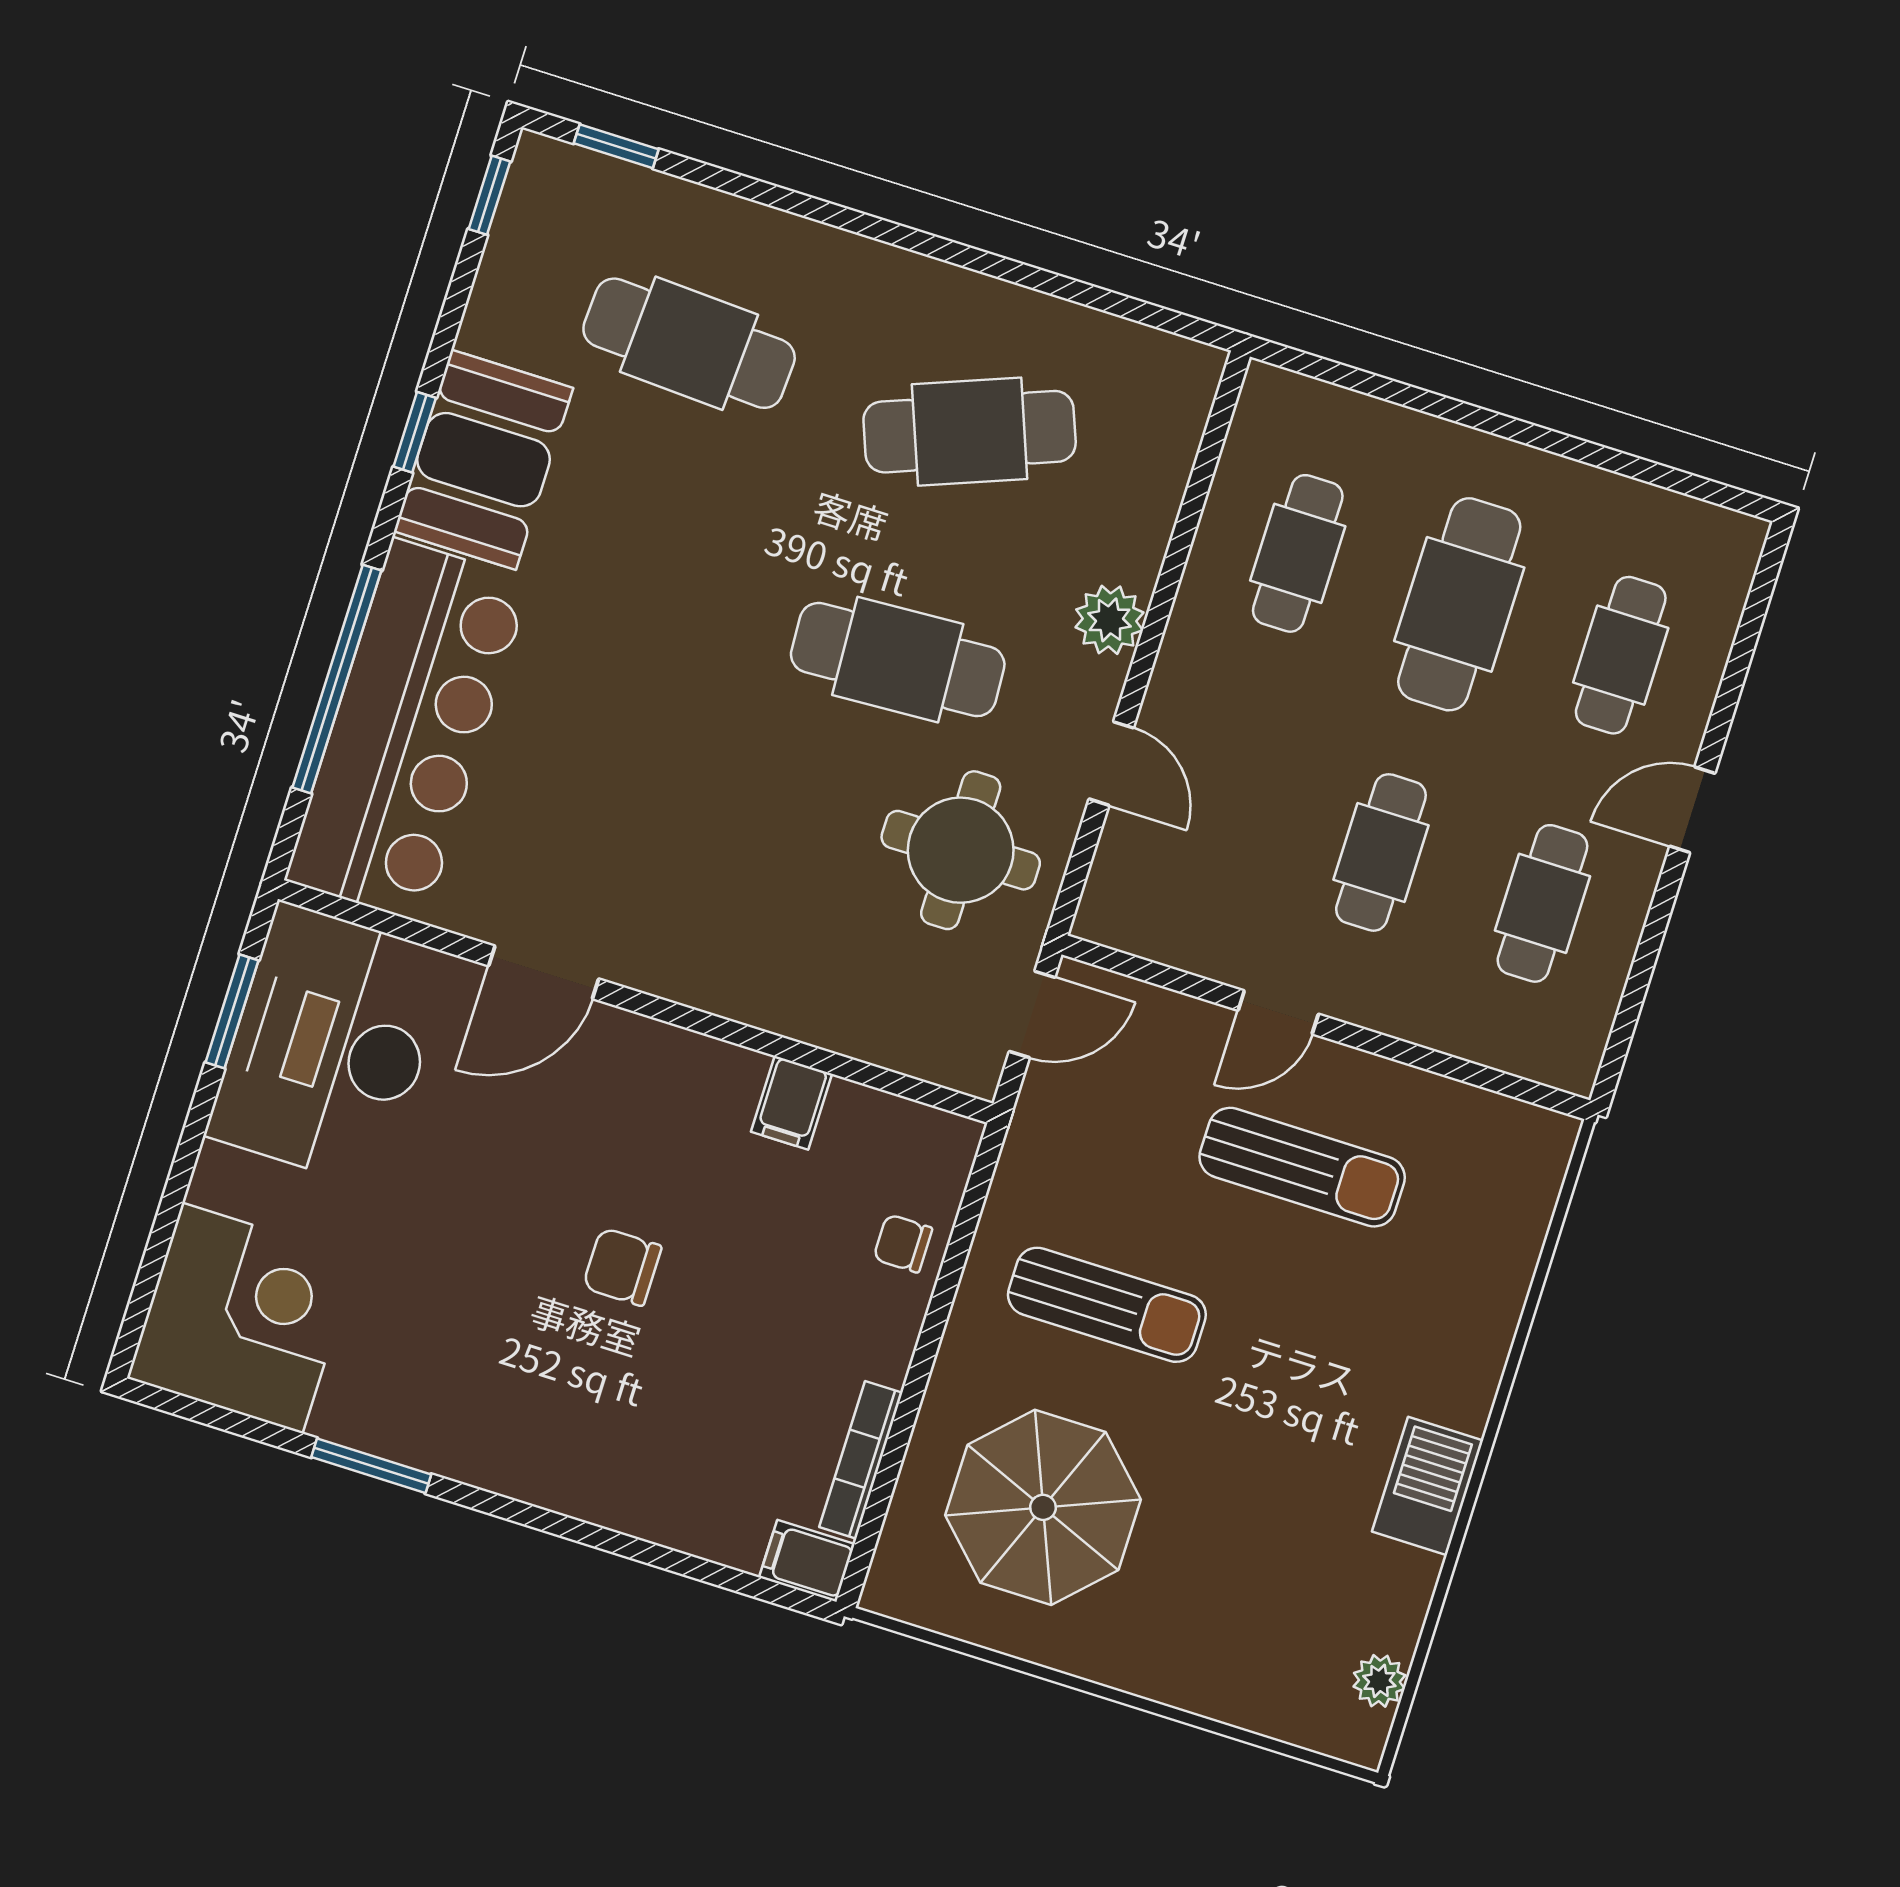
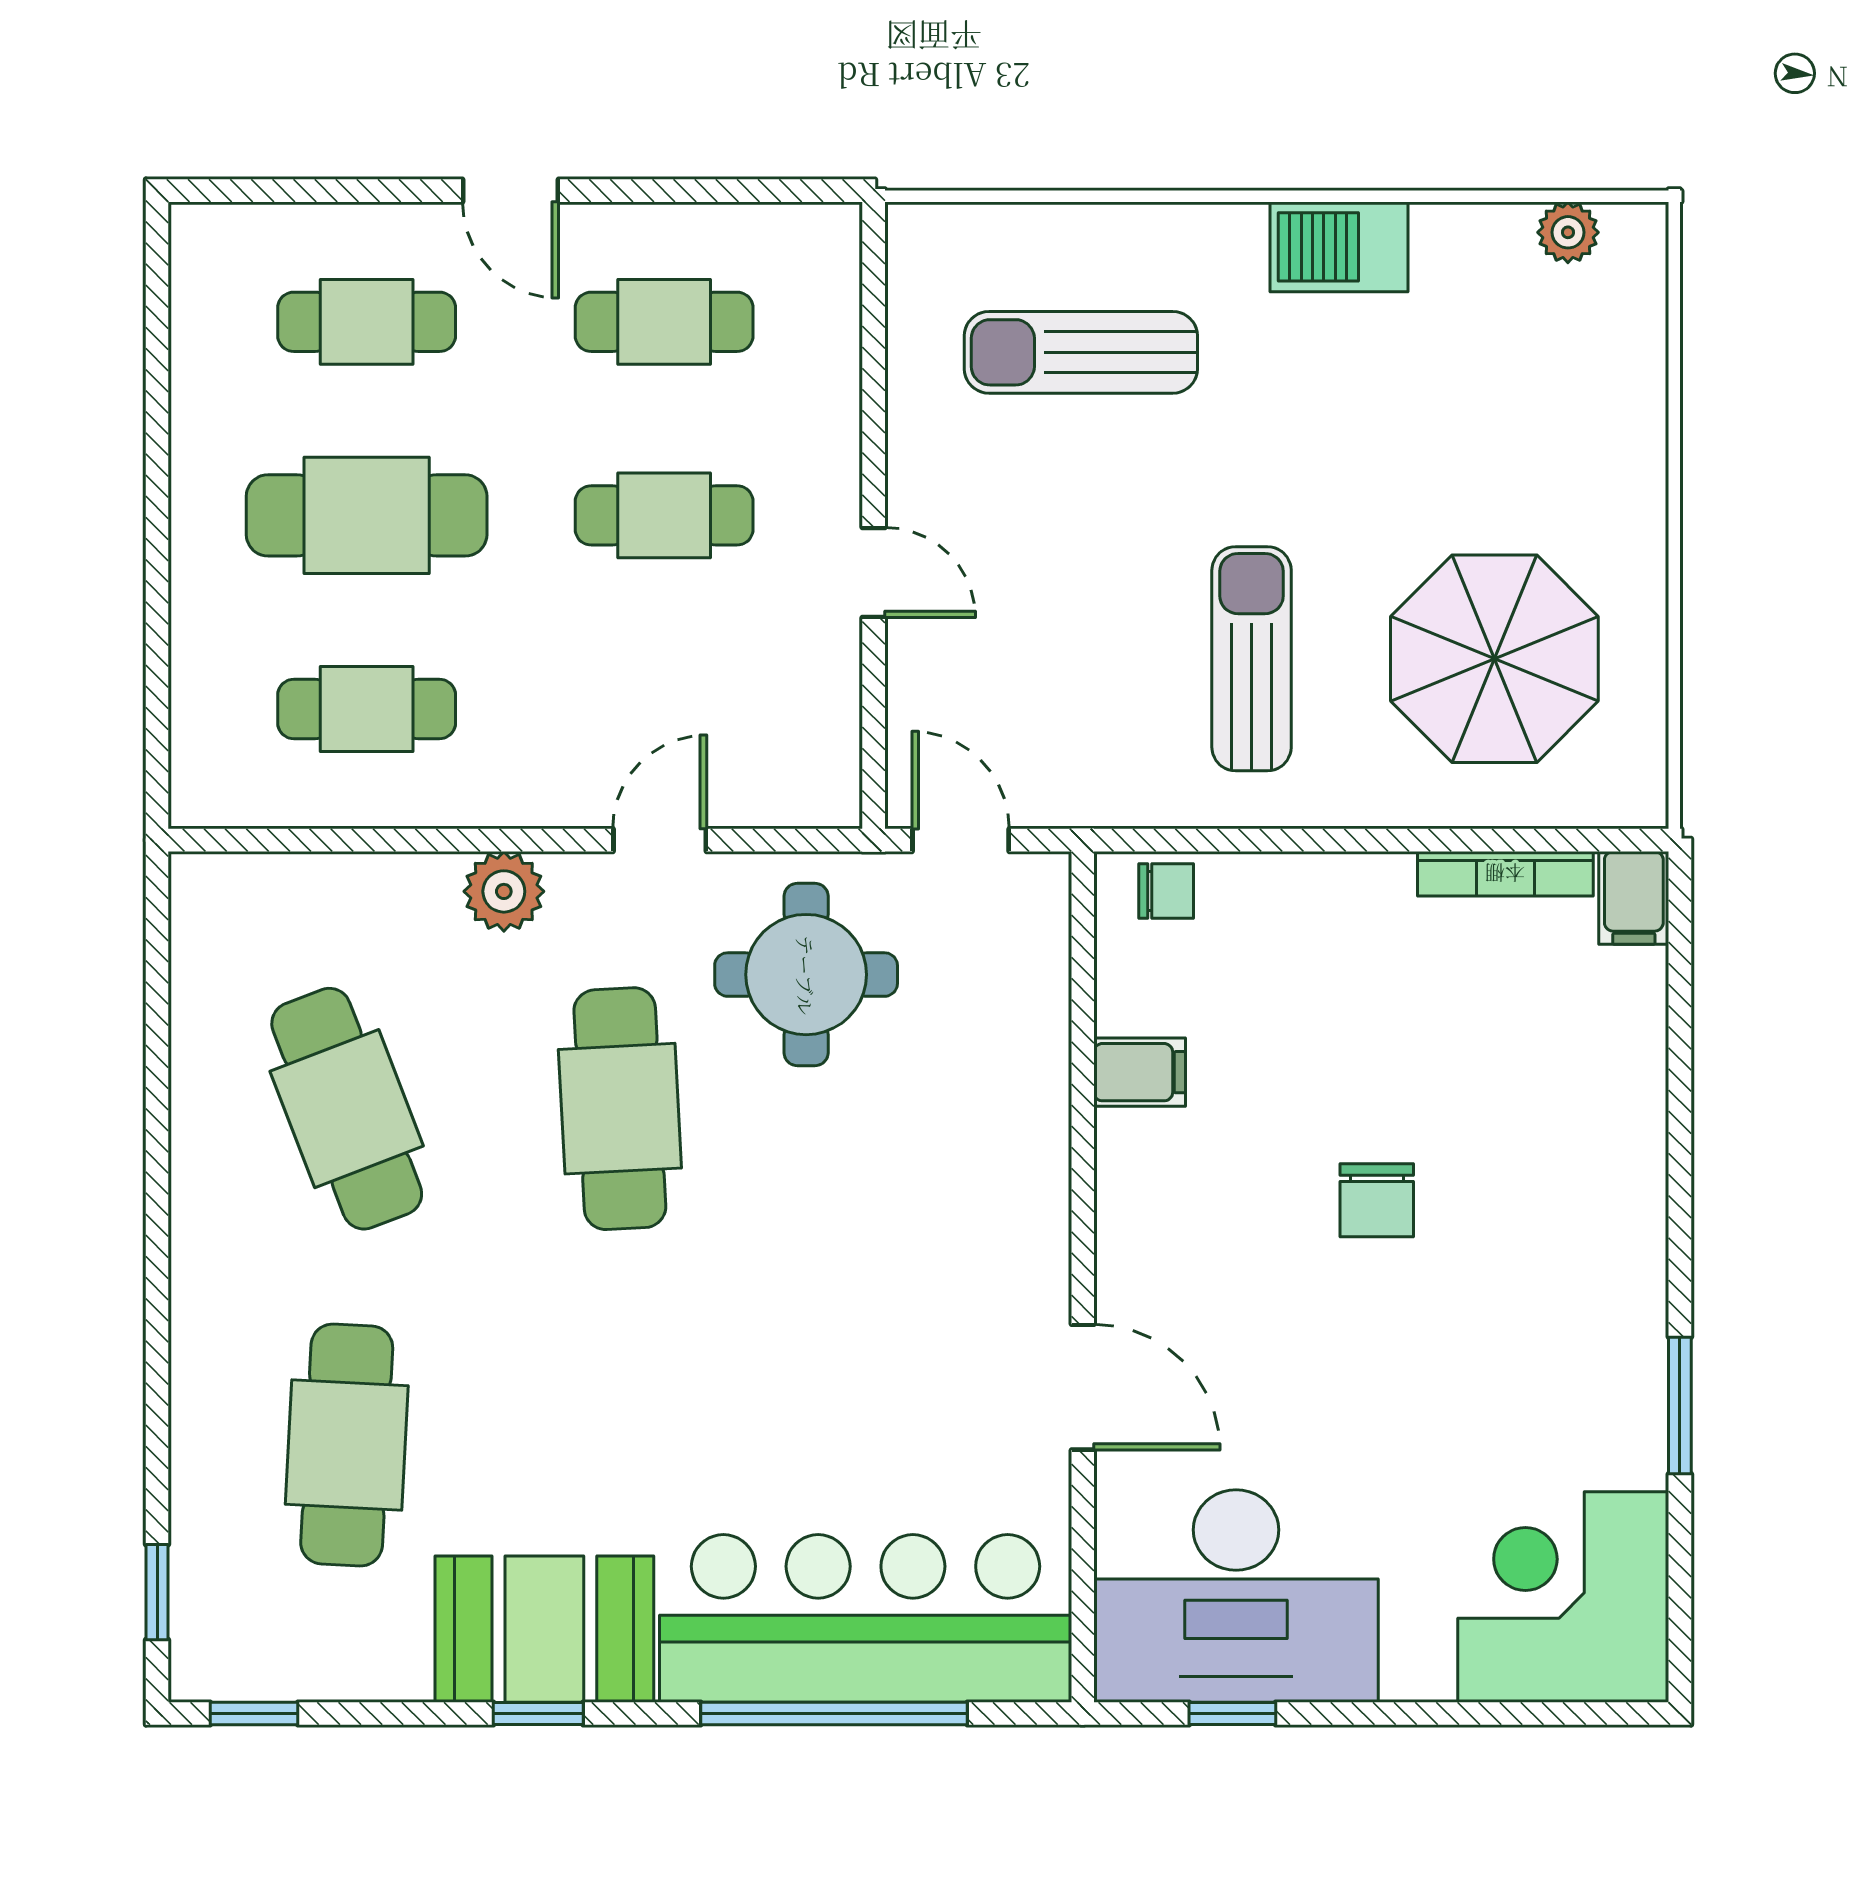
window: (232, 1011) -> (1232, 1714), width x0.67
sun lounger: (1302, 1167) -> (1081, 352), moved, turned -90
chair: (903, 1243) -> (1166, 891), moved, turned -90

